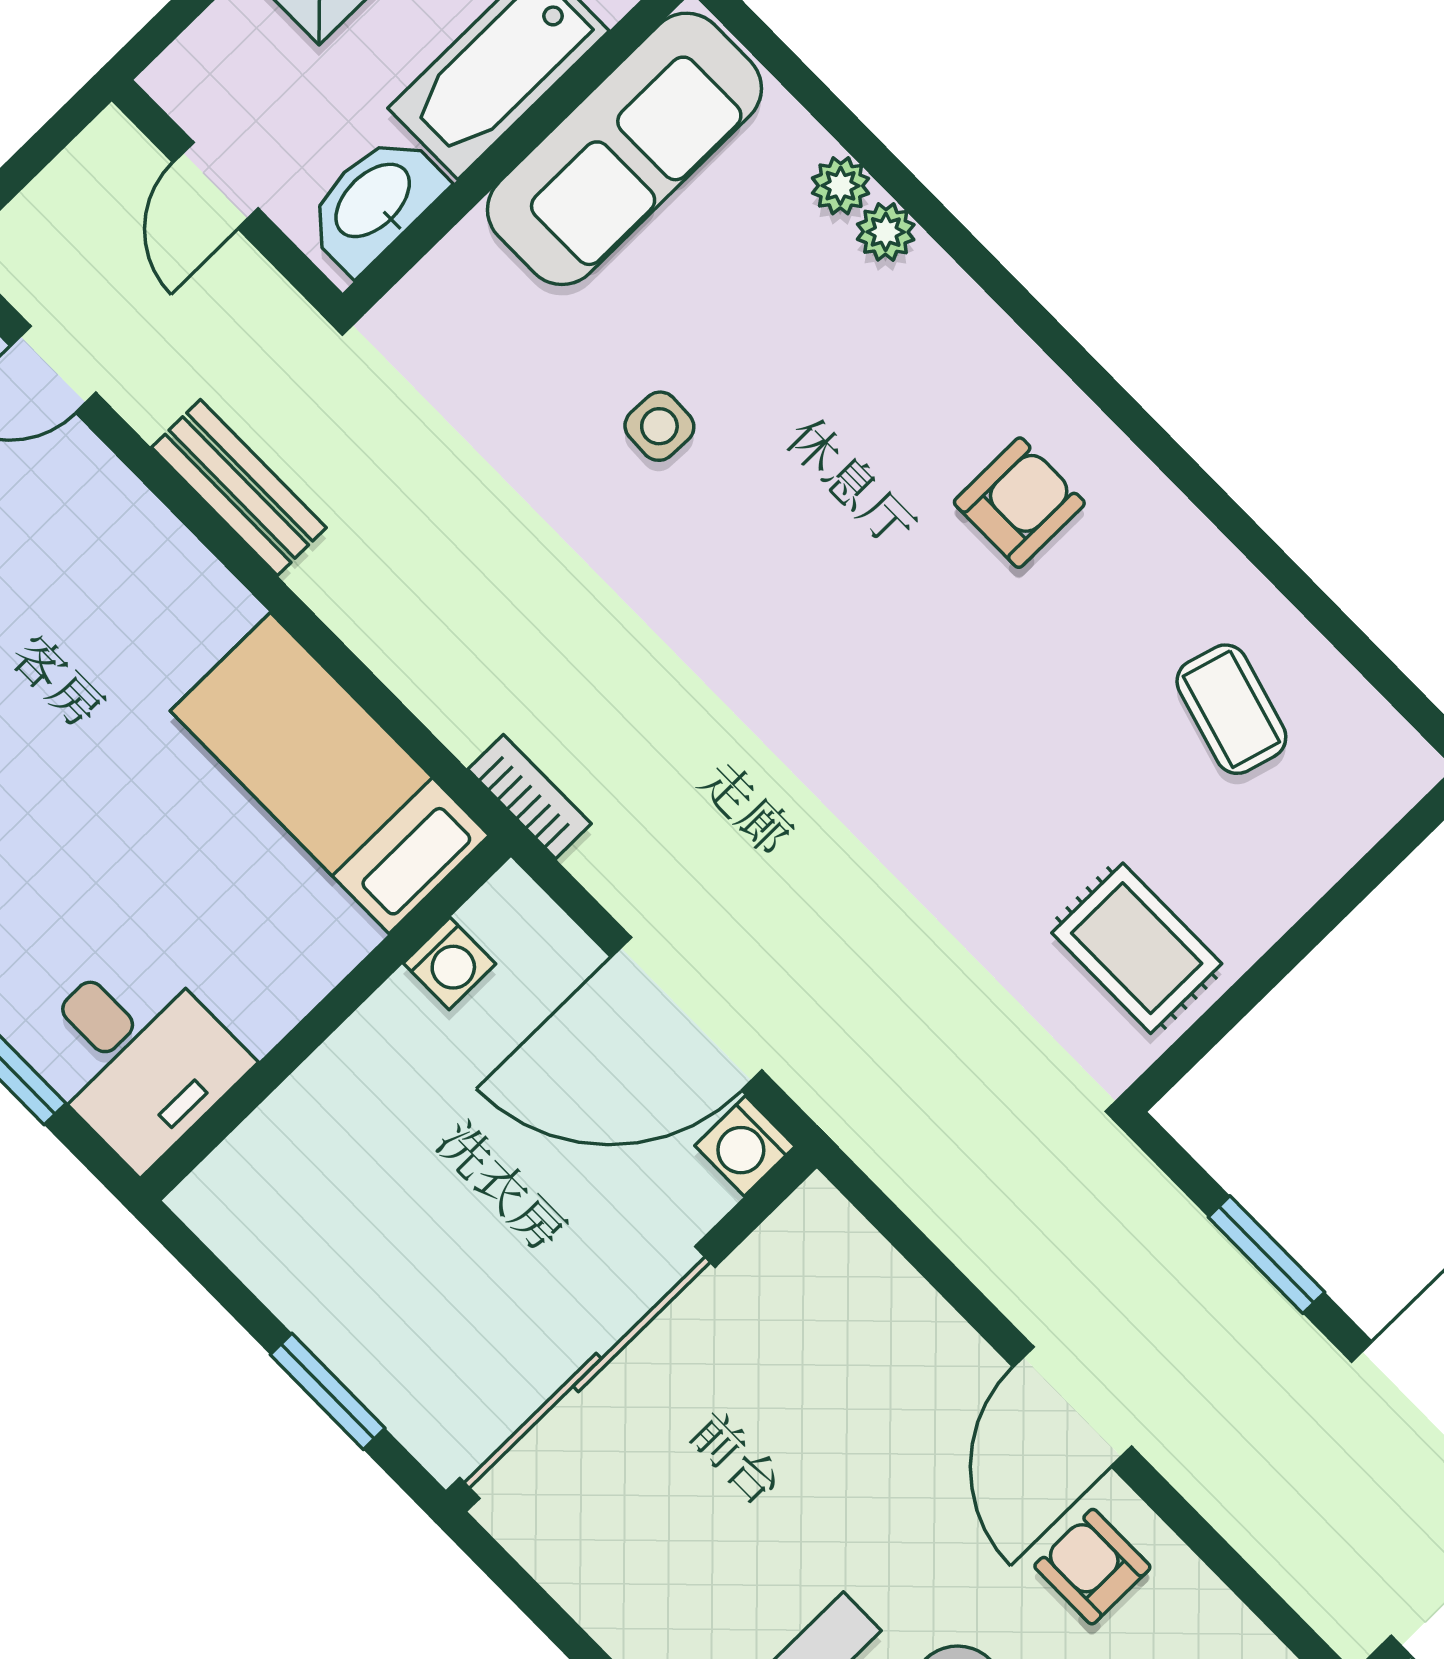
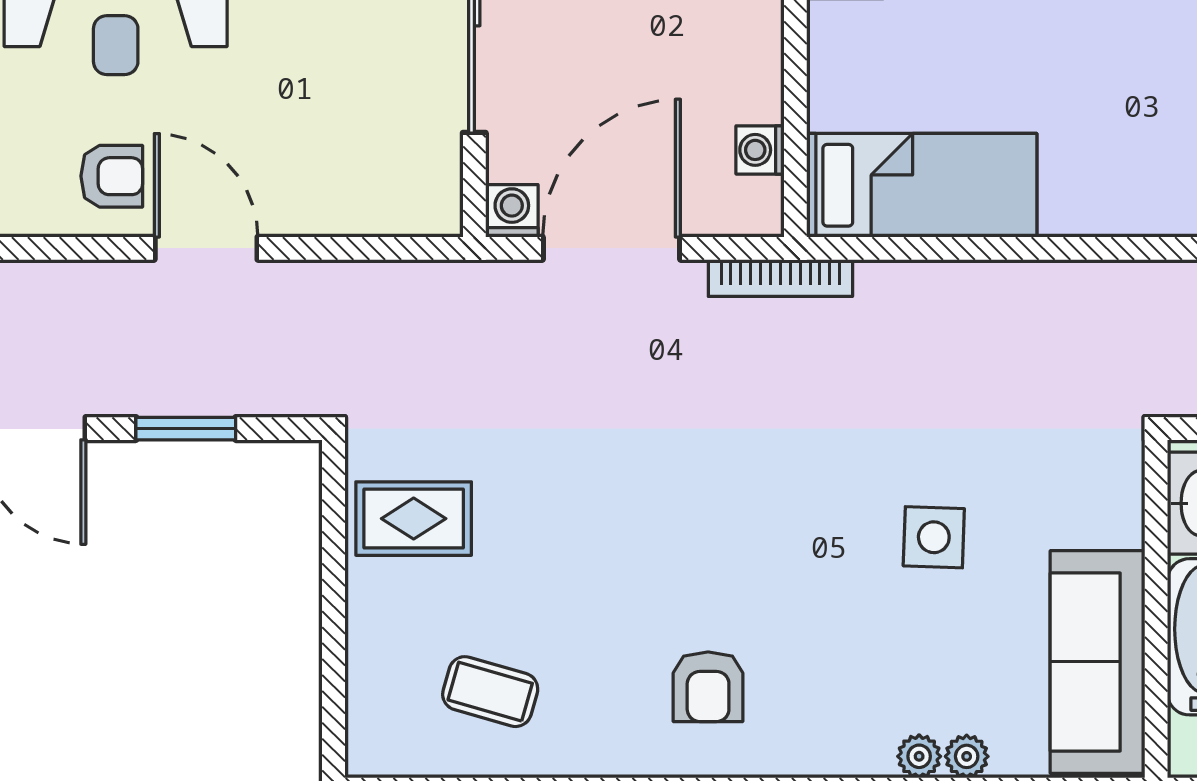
side table: (659, 426) -> (934, 537), width x1.37, depth x1.37
bench: (239, 488) -> (1119, 285), removed
bookcase: (530, 797) -> (780, 278), width x1.56

